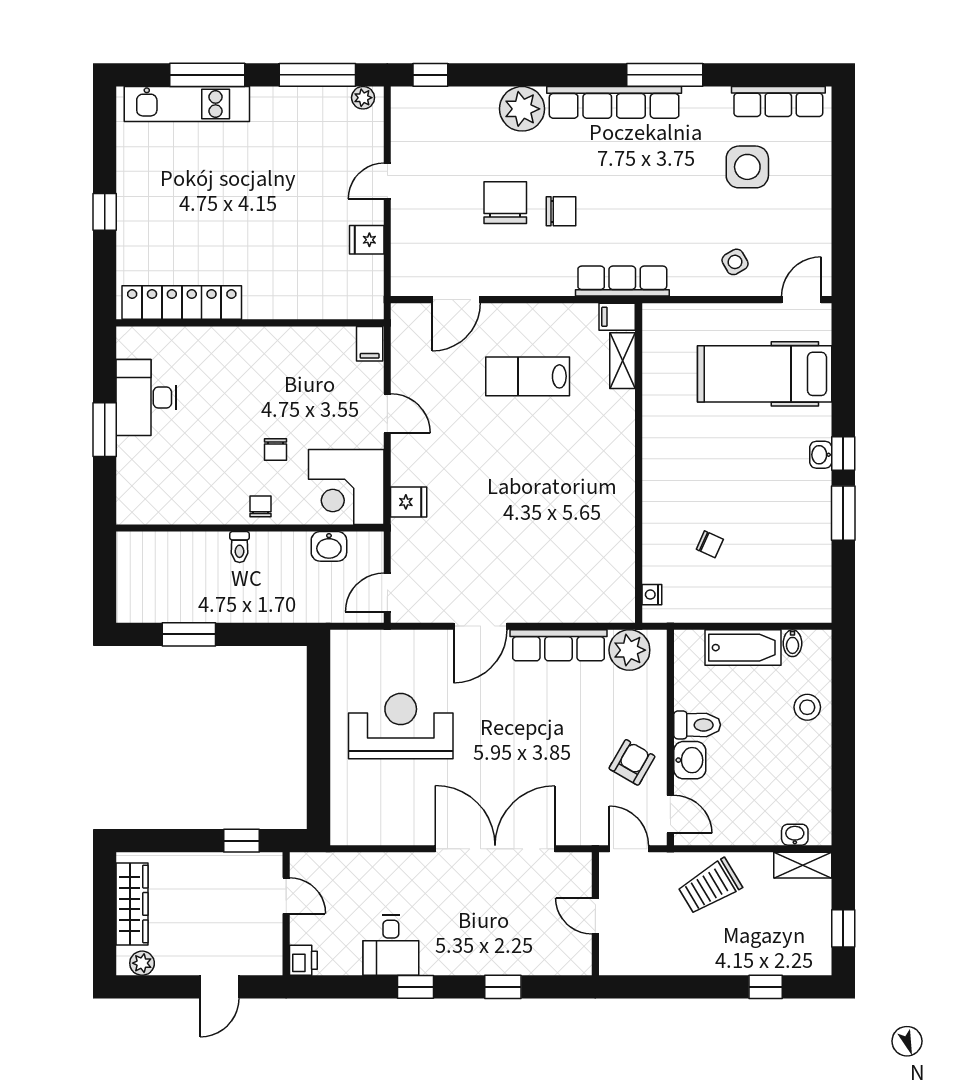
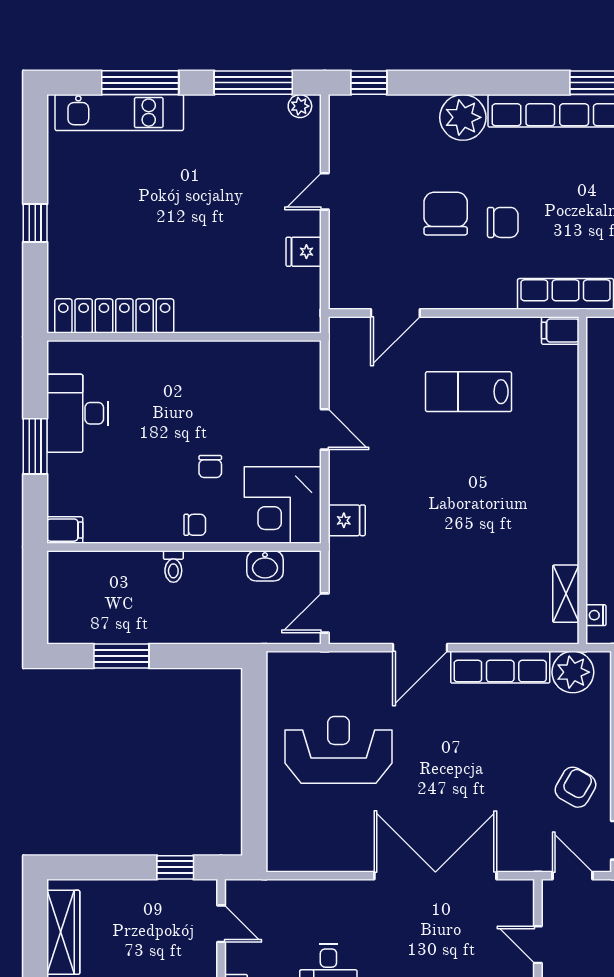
filing cabinet: (370, 344) -> (65, 530), moved, turned -90
shelving: (623, 361) -> (566, 594), moved
chair: (260, 506) -> (195, 525), turned 90

